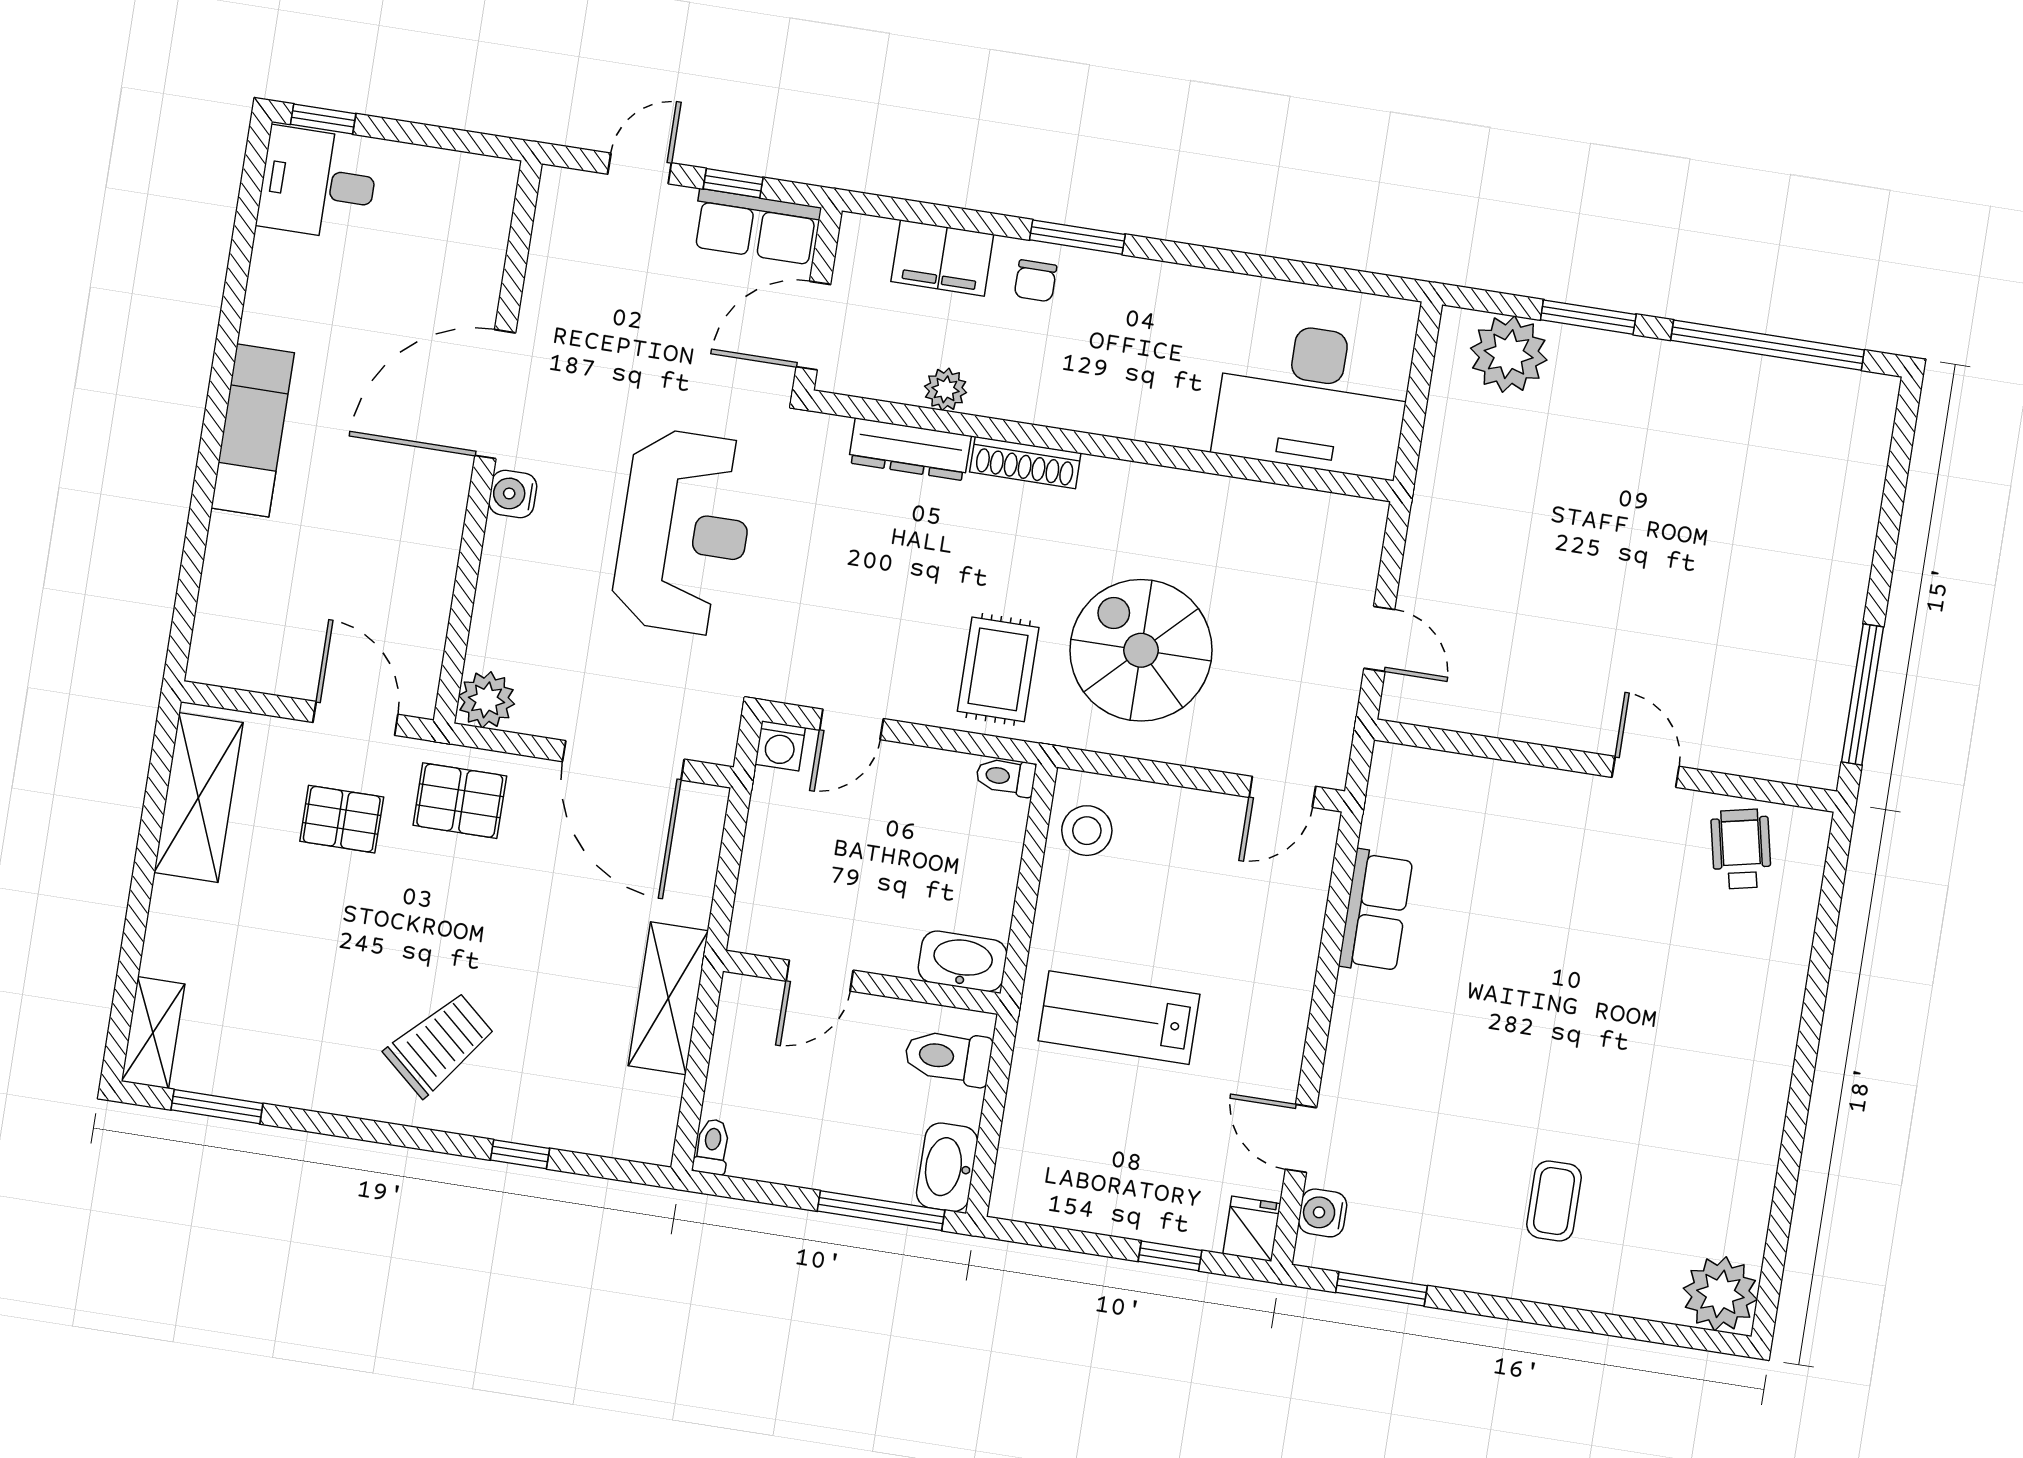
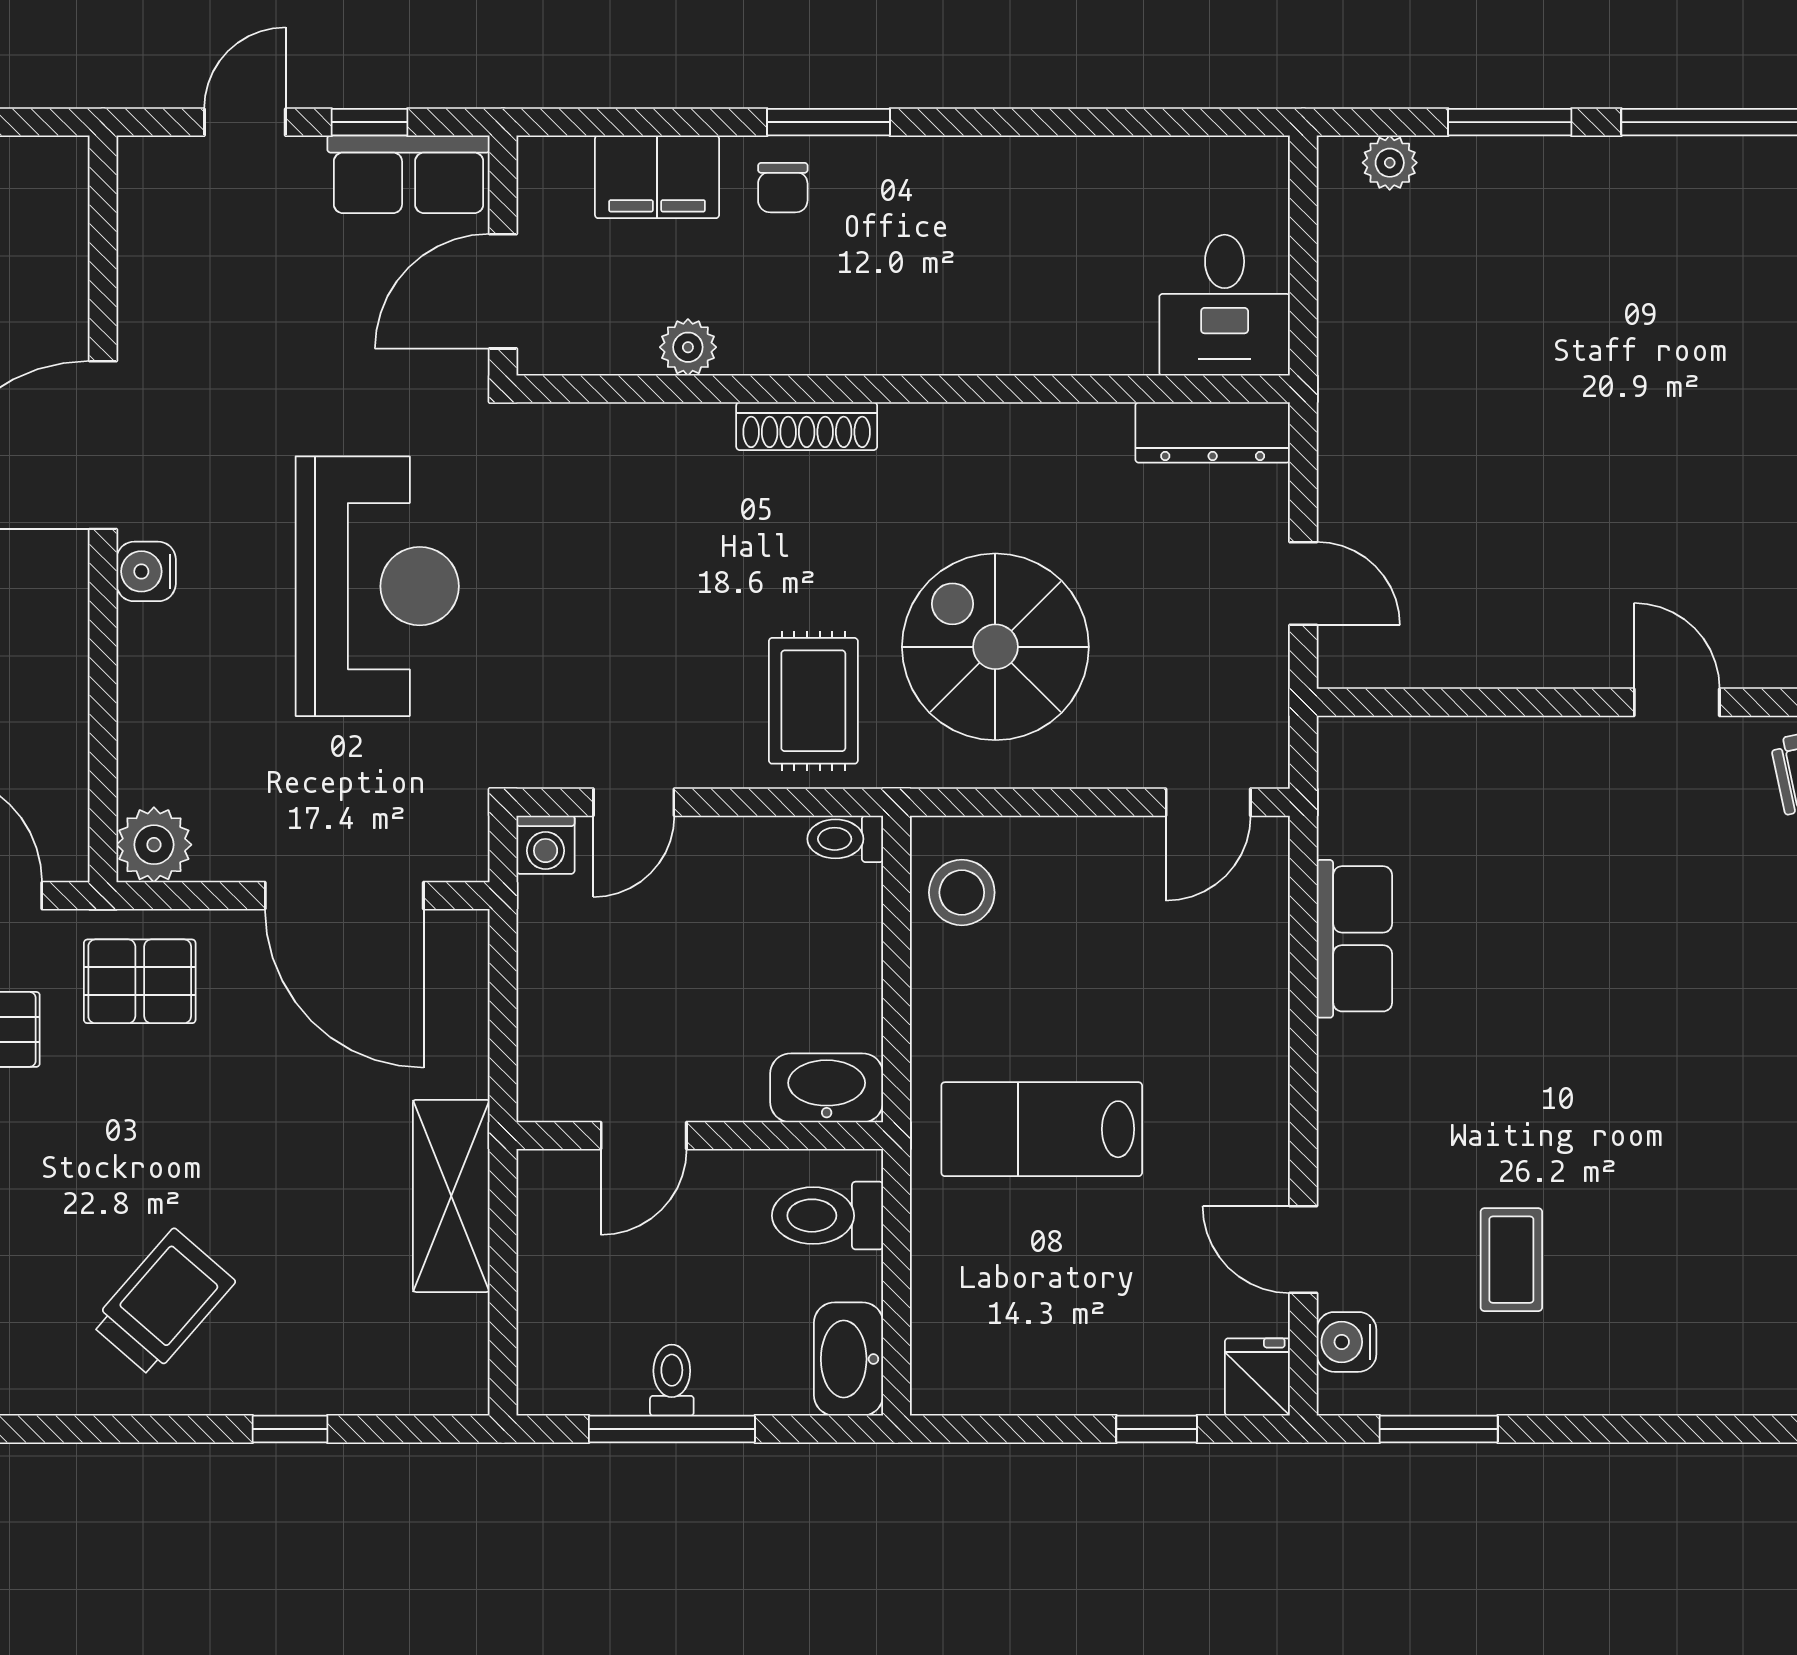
plant: (1509, 354) -> (1390, 163), width x0.53, depth x0.53
desk: (1313, 398) -> (1225, 305), width x0.53, depth x0.77
dresser: (910, 449) -> (1213, 432), moved
toilet: (712, 1147) -> (672, 1380), moved
coffee table: (1554, 1201) -> (1511, 1260), moved
window: (881, 1211) -> (672, 1429), moved

